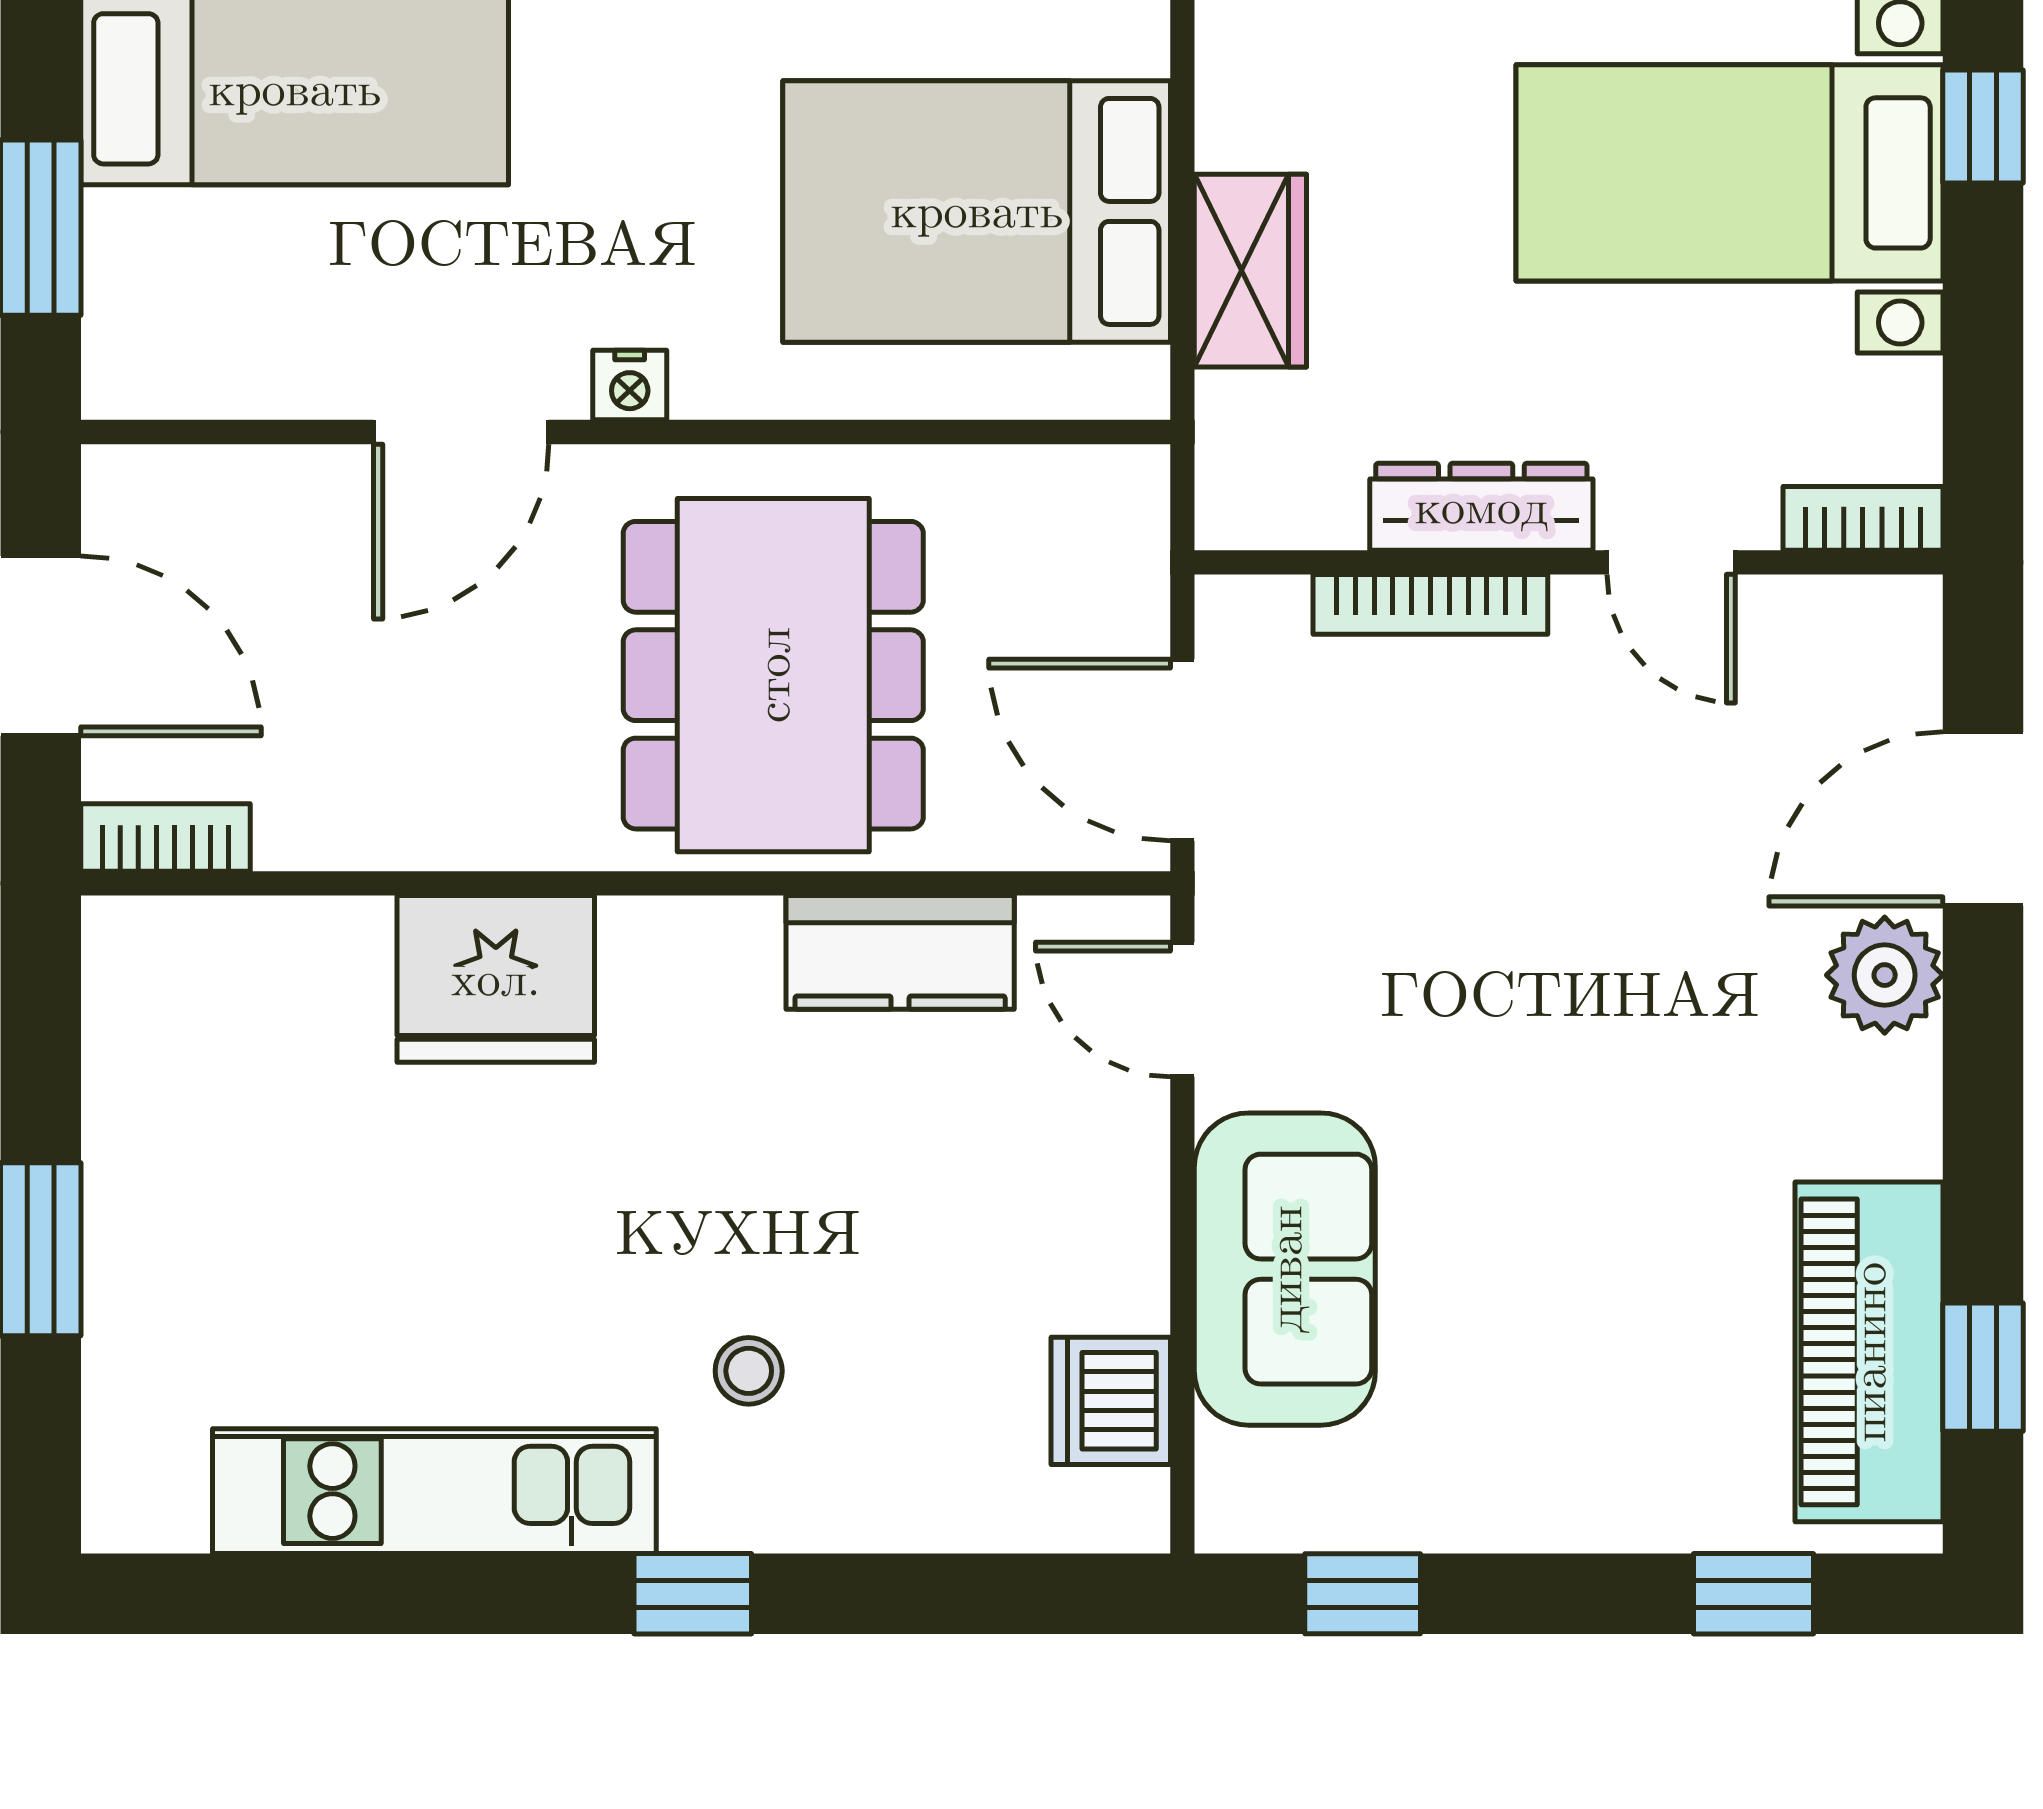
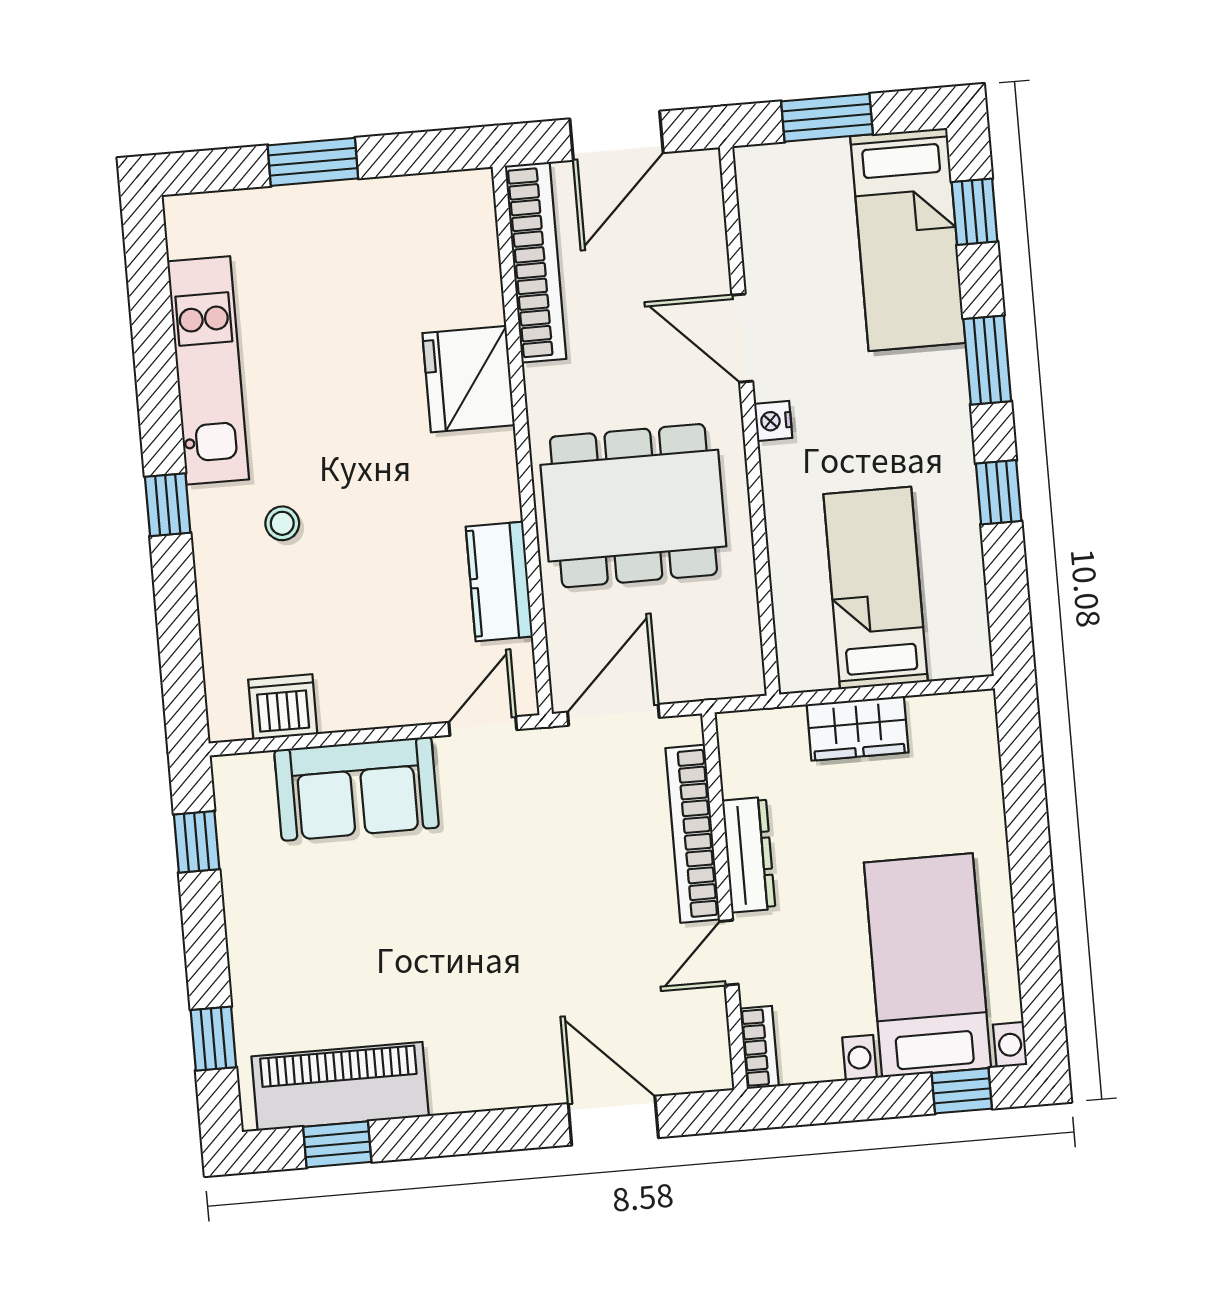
bed: (977, 211) -> (876, 588), width x0.67
bookcase: (1430, 604) -> (693, 834), width x1.48, depth x1.31
bookcase: (166, 838) -> (536, 262), width x2.31, depth x1.31
plant: (1885, 975) -> (530, 1078), removed

